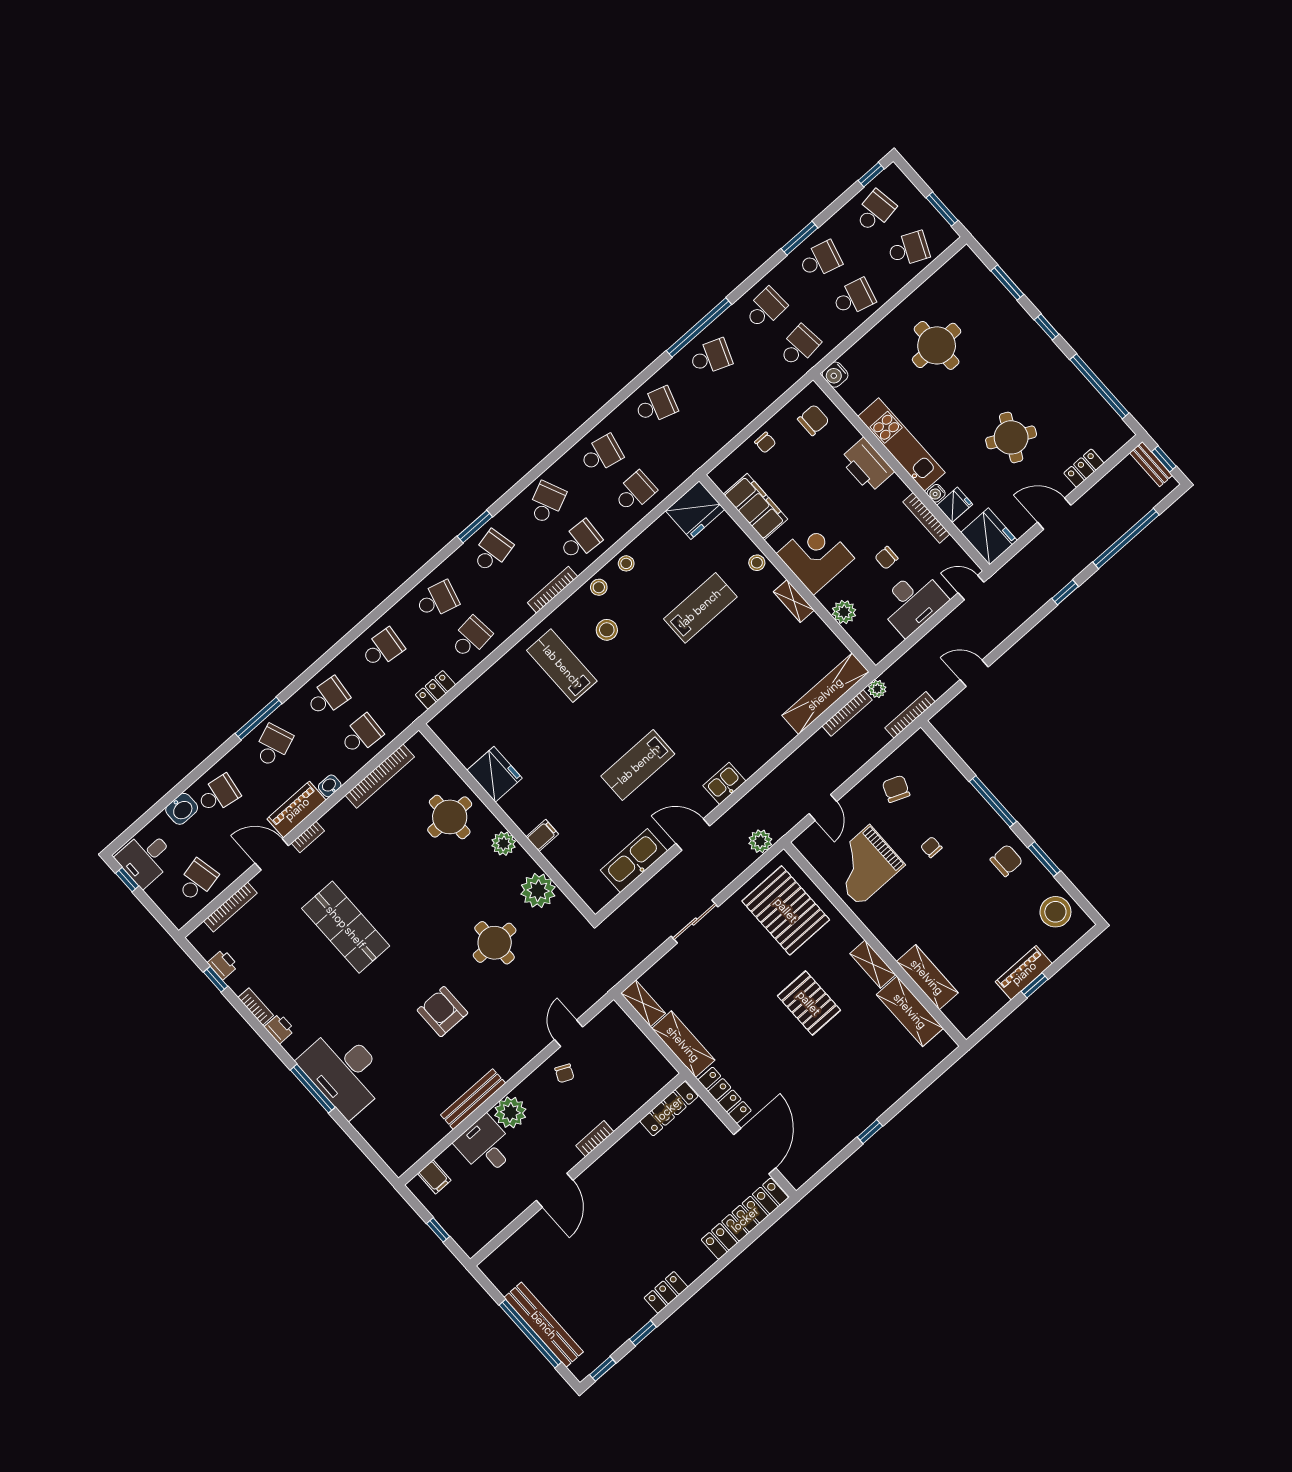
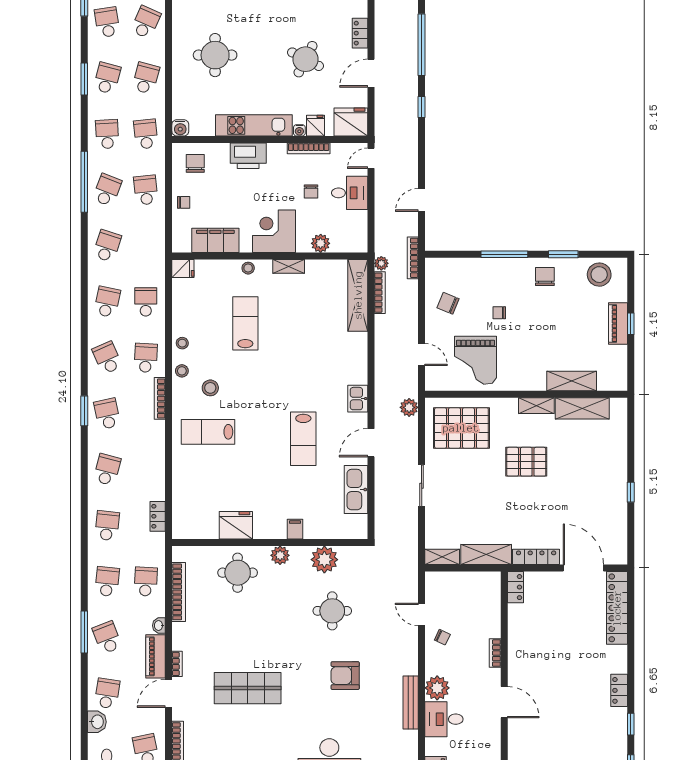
fridge: (695, 510) -> (183, 269), width x0.53, depth x0.75
desk: (912, 602) -> (350, 193), width x0.73
school desk: (471, 638) -> (146, 190), moved
locker: (669, 1109) -> (516, 587), width x0.66

